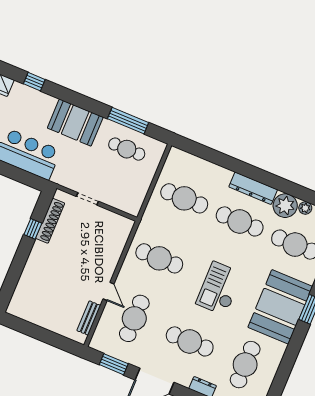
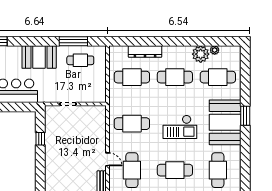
dresser: (253, 188) -> (145, 51), moved
shoe rack: (50, 221) -> (49, 129), removed
checkout: (219, 288) -> (180, 127), turned -90

